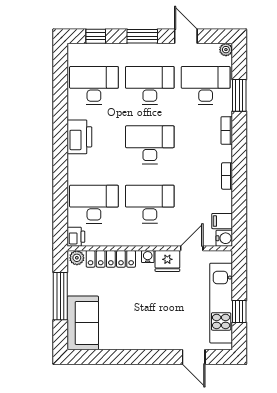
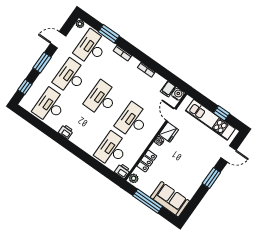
printer: (79, 137) -> (66, 132), width x0.53, depth x0.68
locker: (111, 259) -> (147, 161), width x0.66
window: (147, 357) -> (211, 178), added

